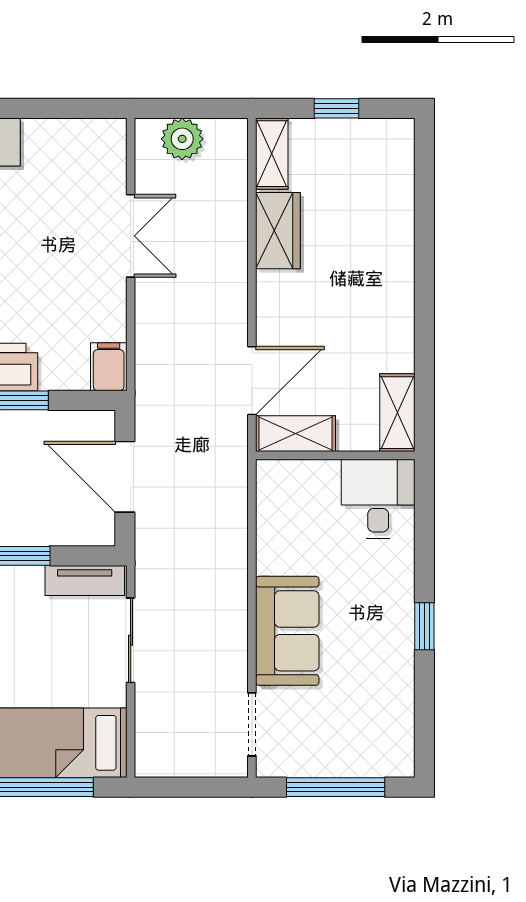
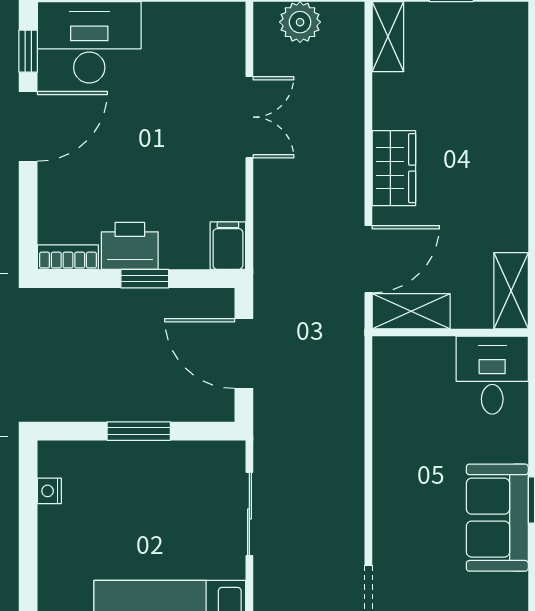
wardrobe: (278, 231) -> (394, 168), moved
tv unit: (85, 580) -> (204, 455), removed
sofa: (287, 631) -> (497, 518), moved, turned 180

